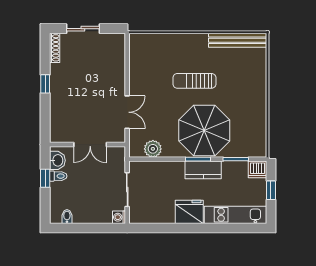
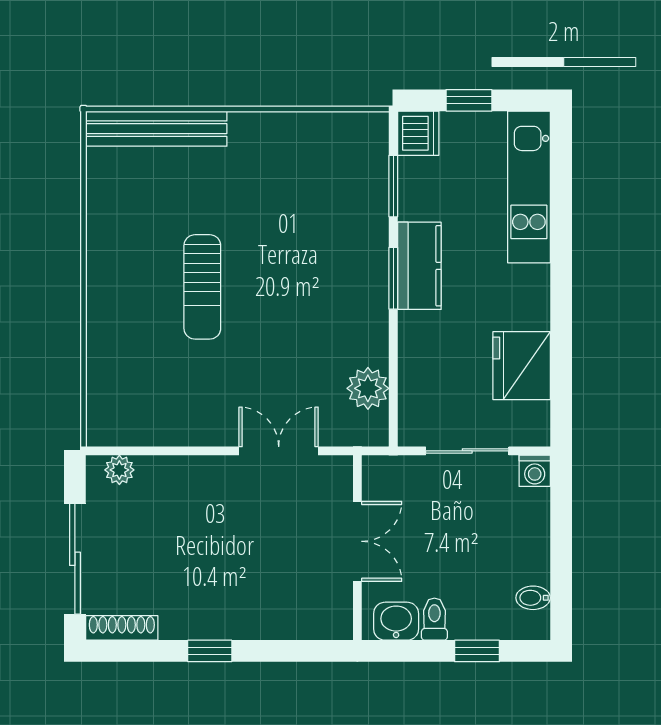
sliding door: (83, 29) -> (75, 559), width x1.37
bench: (238, 40) -> (156, 129), moved, turned 90
plant: (119, 47) -> (119, 470), added
parasol: (204, 130) -> (323, 263), removed
window: (45, 178) -> (477, 651), moved
fridge: (189, 212) -> (522, 366), moved

